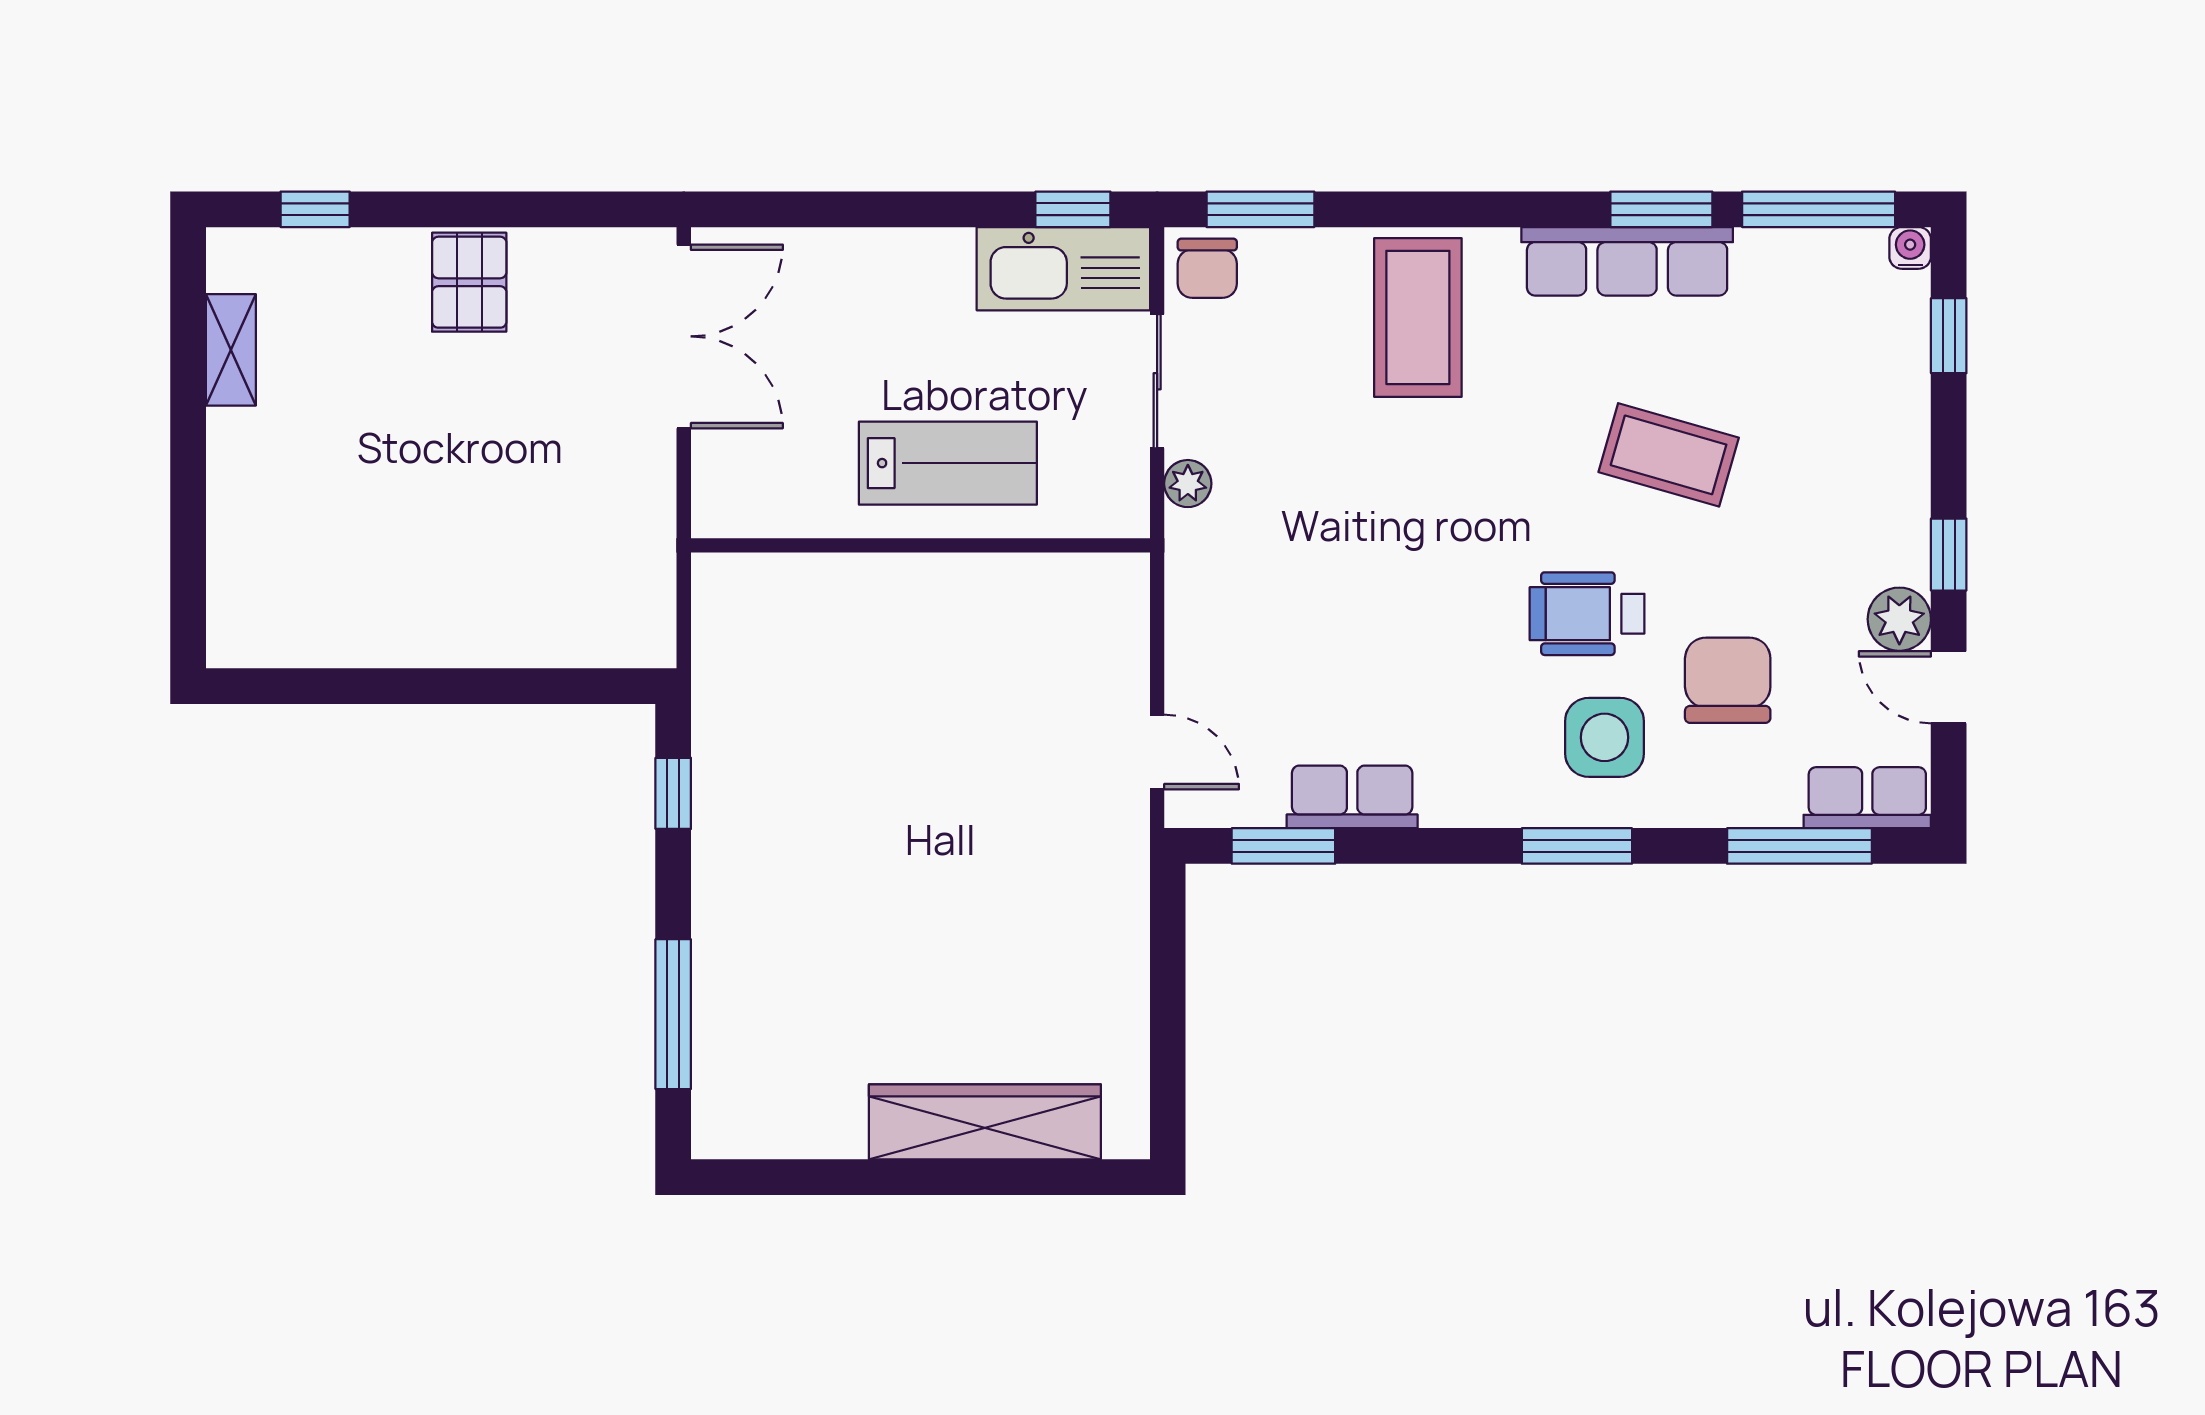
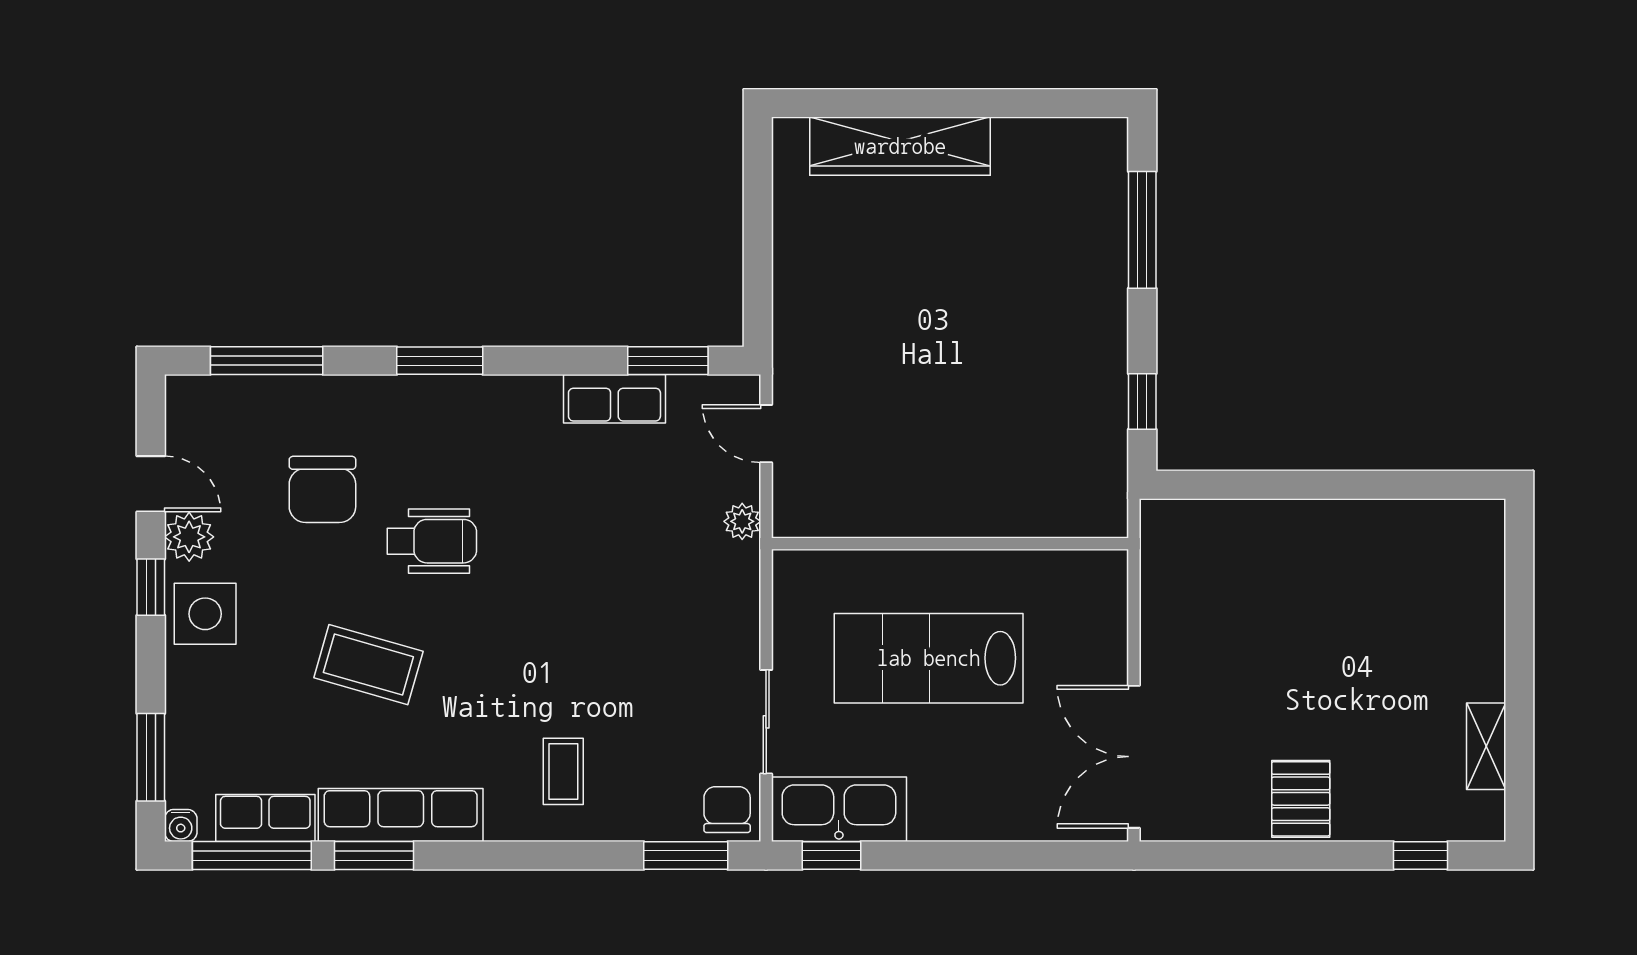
coffee table: (1418, 317) -> (563, 771), width x0.54, depth x0.58
window: (1949, 336) -> (151, 757), width x1.50
lab bench: (948, 463) -> (929, 658), width x1.36, depth x1.39
plant: (1188, 484) -> (742, 521), moved
wall: (920, 545) -> (950, 544), moved
side table: (1605, 737) -> (205, 614), moved
row of seats: (1867, 798) -> (265, 818), moved, turned 180

